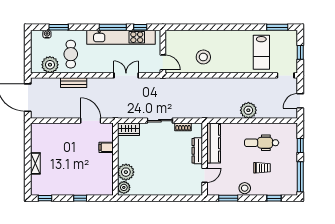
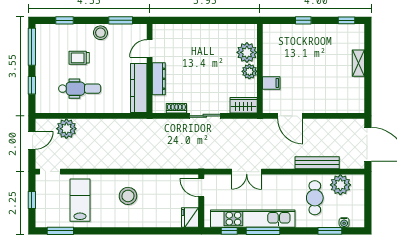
fridge: (172, 38) -> (190, 218), added
stool: (203, 57) -> (128, 196), moved
bench: (74, 83) -> (317, 163), width x1.36
plant: (248, 110) -> (66, 129), moved
plant: (124, 187) -> (249, 71), moved

